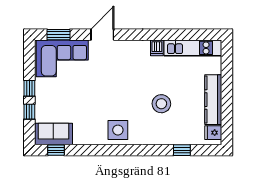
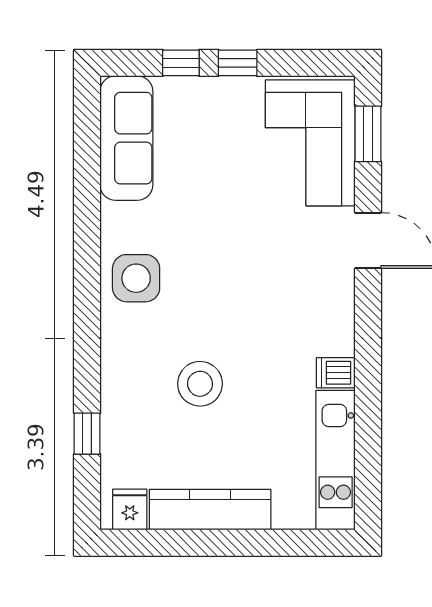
sofa: (53, 134) -> (126, 138), width x1.36
window: (56, 150) -> (87, 128), removed

